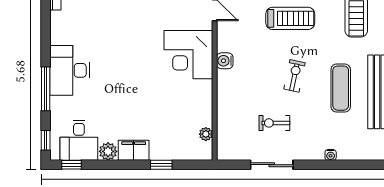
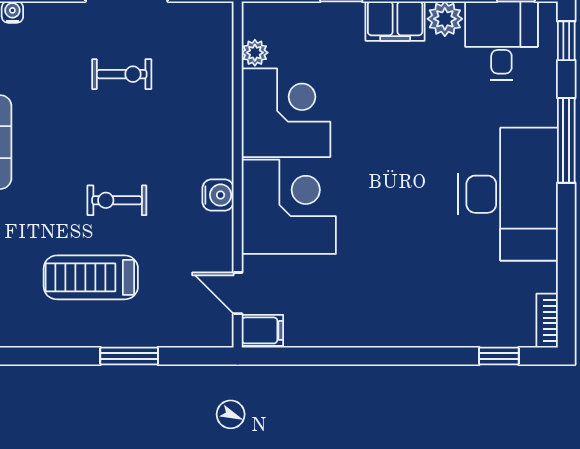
desk: (70, 70) -> (508, 194), width x1.36, depth x1.30
exercise bike: (294, 76) -> (117, 200), moved, turned 78
corner desk: (190, 103) -> (286, 113), added

